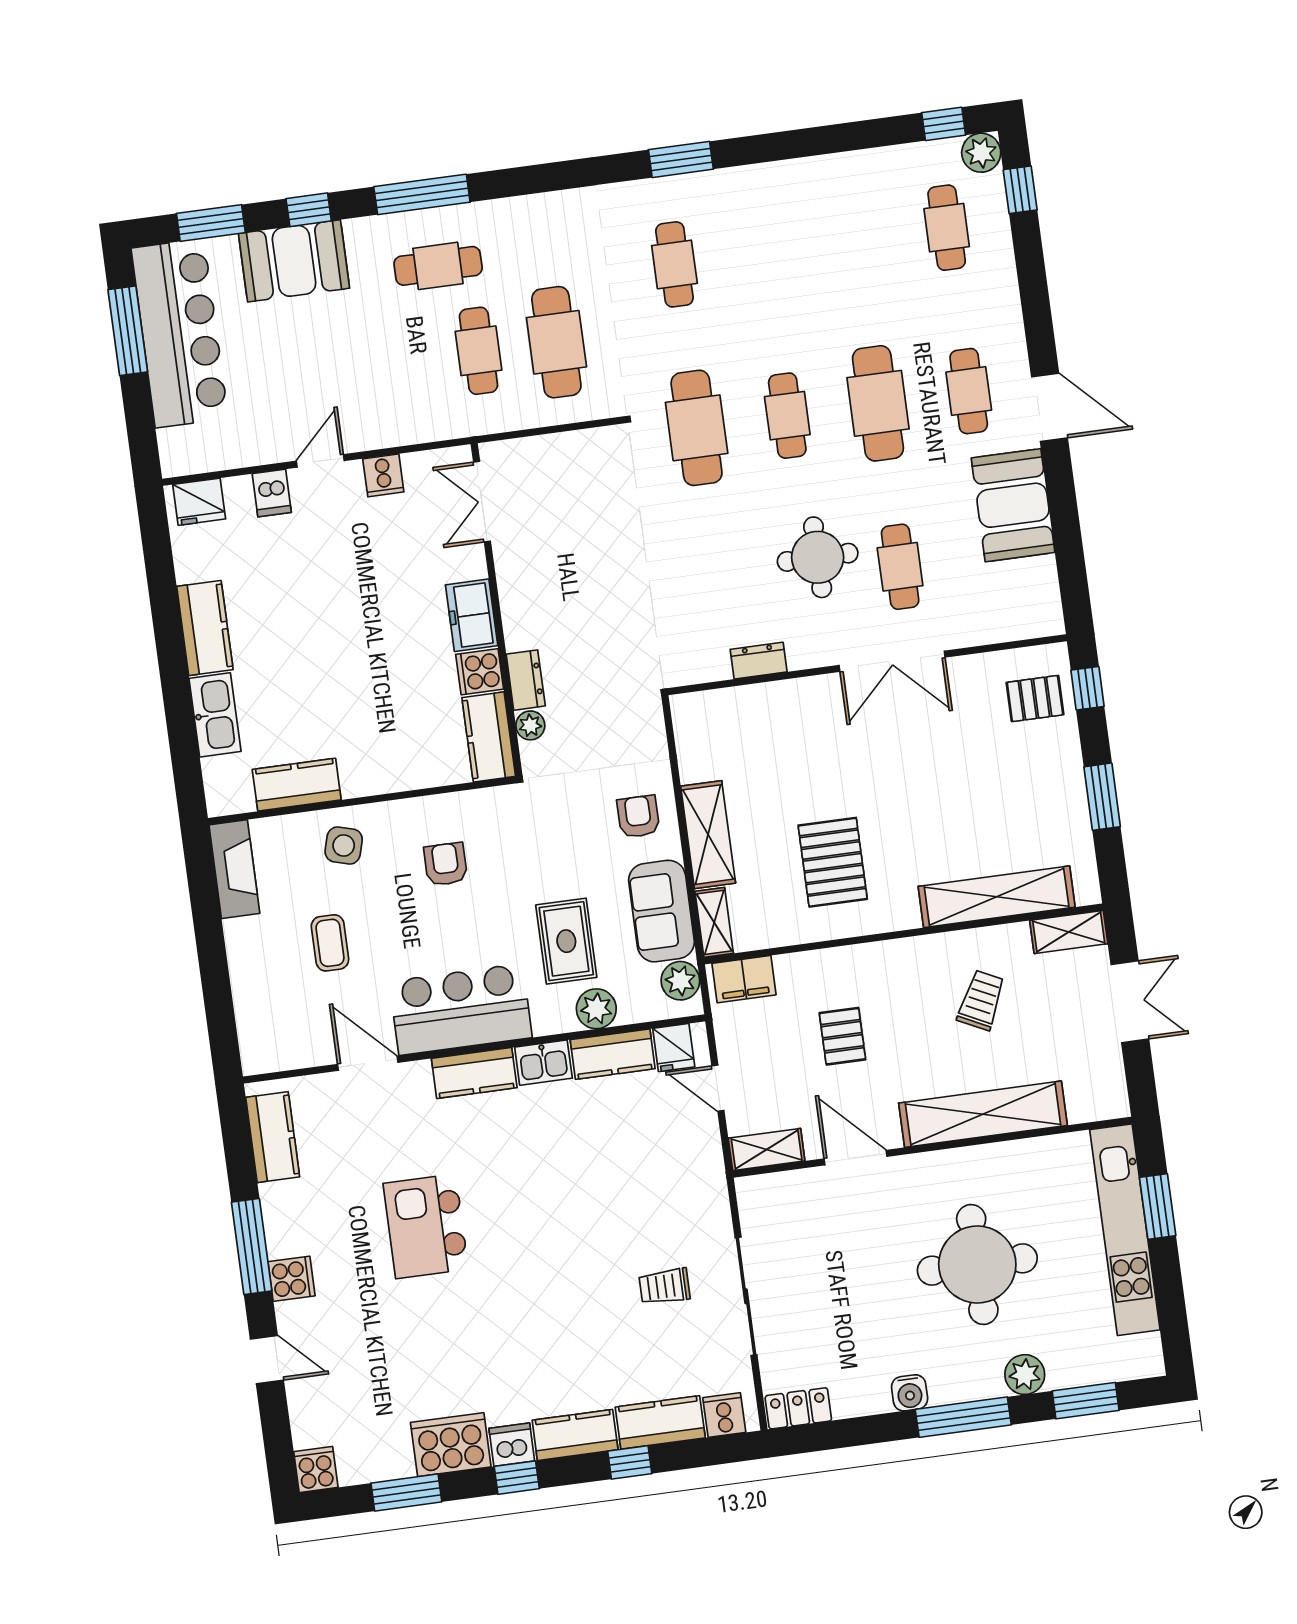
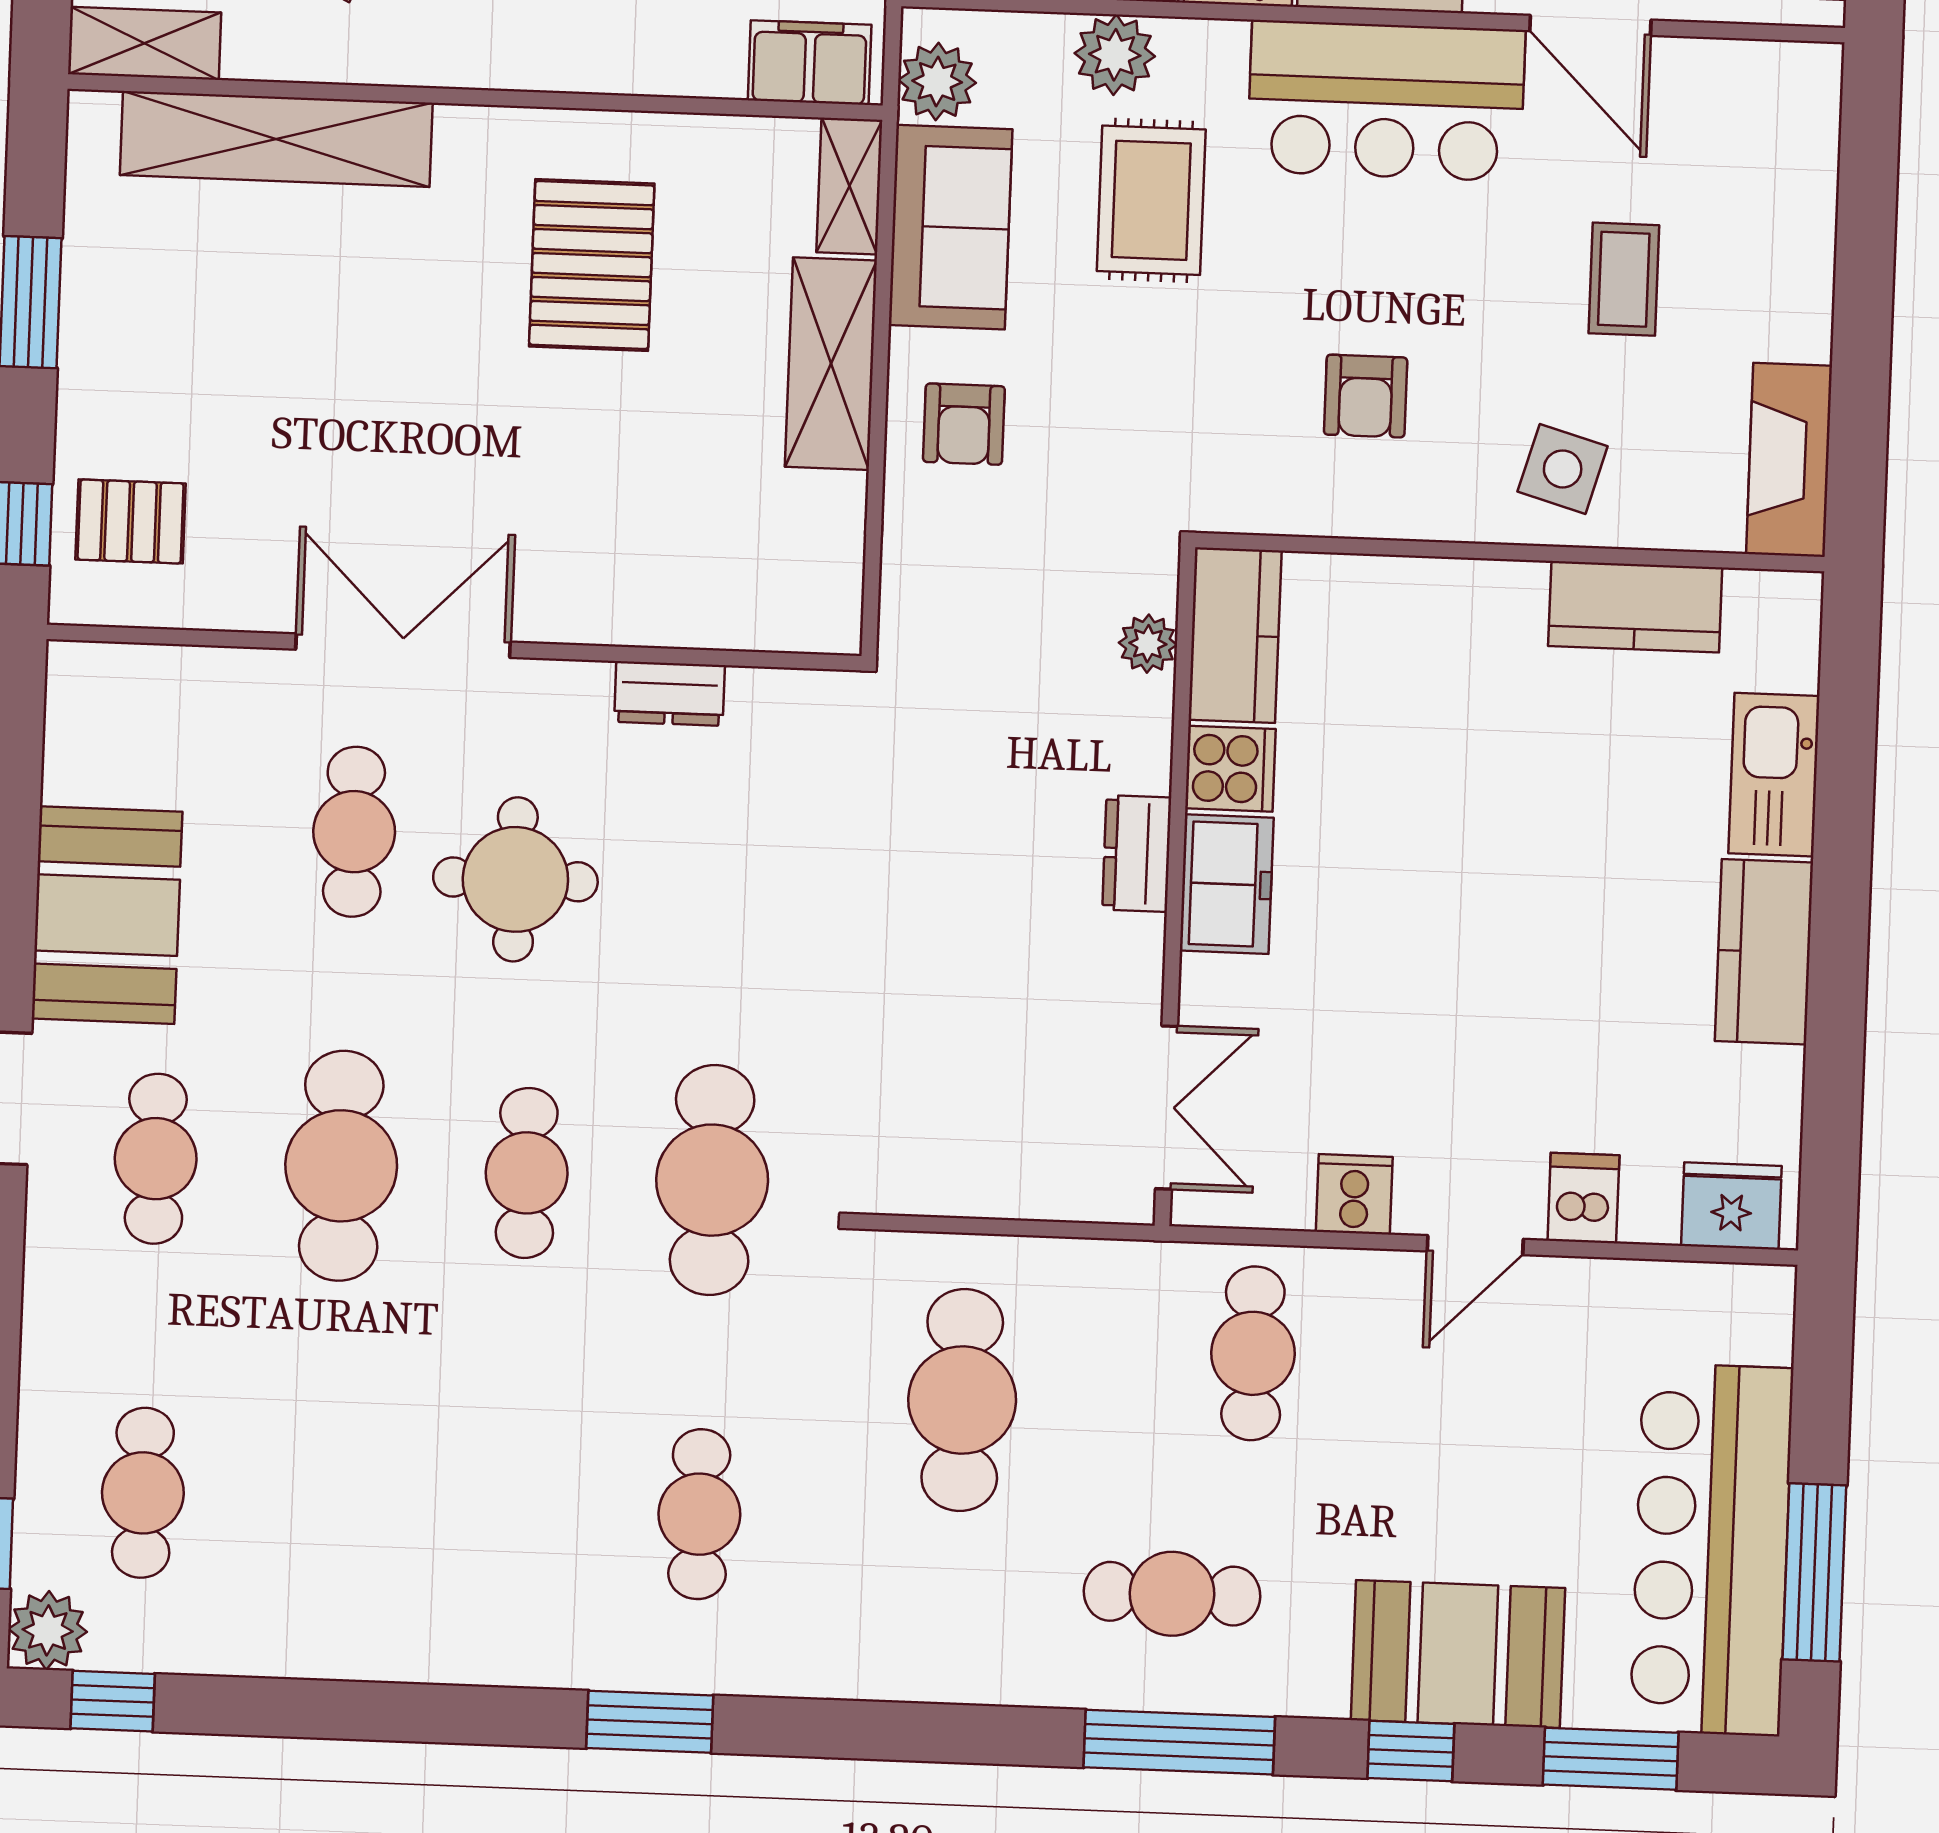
cafe table: (478, 351) -> (1253, 1353), moved
dresser: (526, 680) -> (1137, 853), moved

